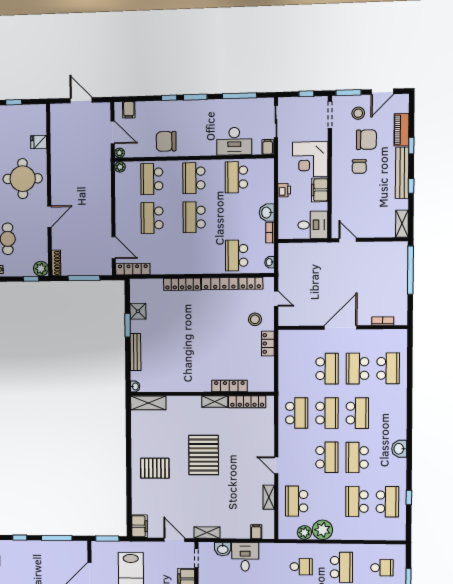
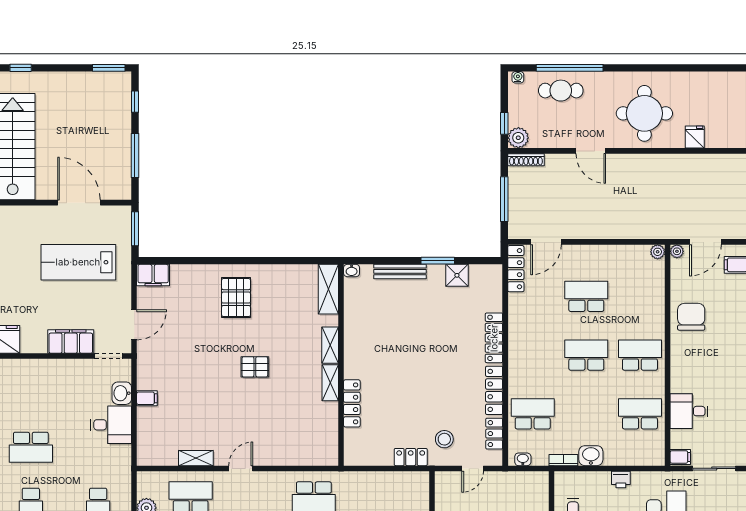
desk: (234, 141) -> (689, 411), width x0.73
school desk: (152, 179) -> (640, 296), removed
locker: (247, 402) -> (330, 428), removed
pallet: (204, 455) -> (255, 367), width x0.49, depth x0.50
filing cabinet: (256, 532) -> (147, 398), moved
shelving: (207, 533) -> (330, 345), moved

